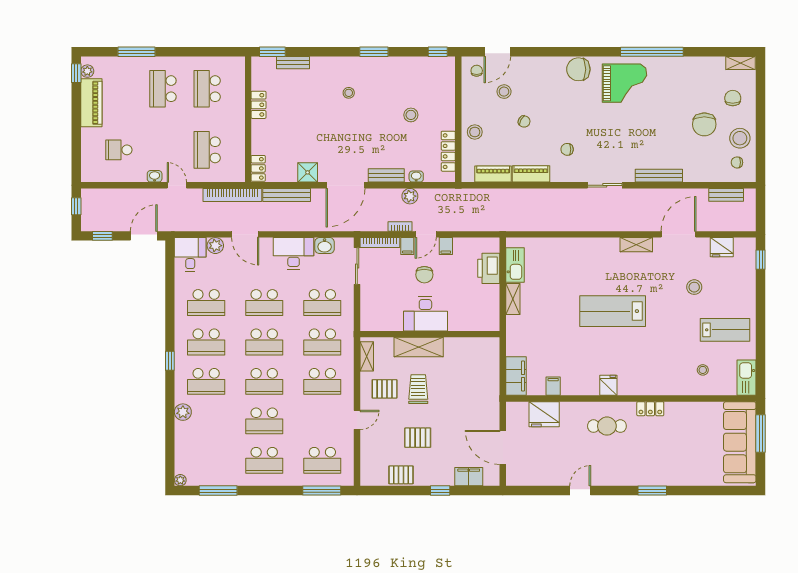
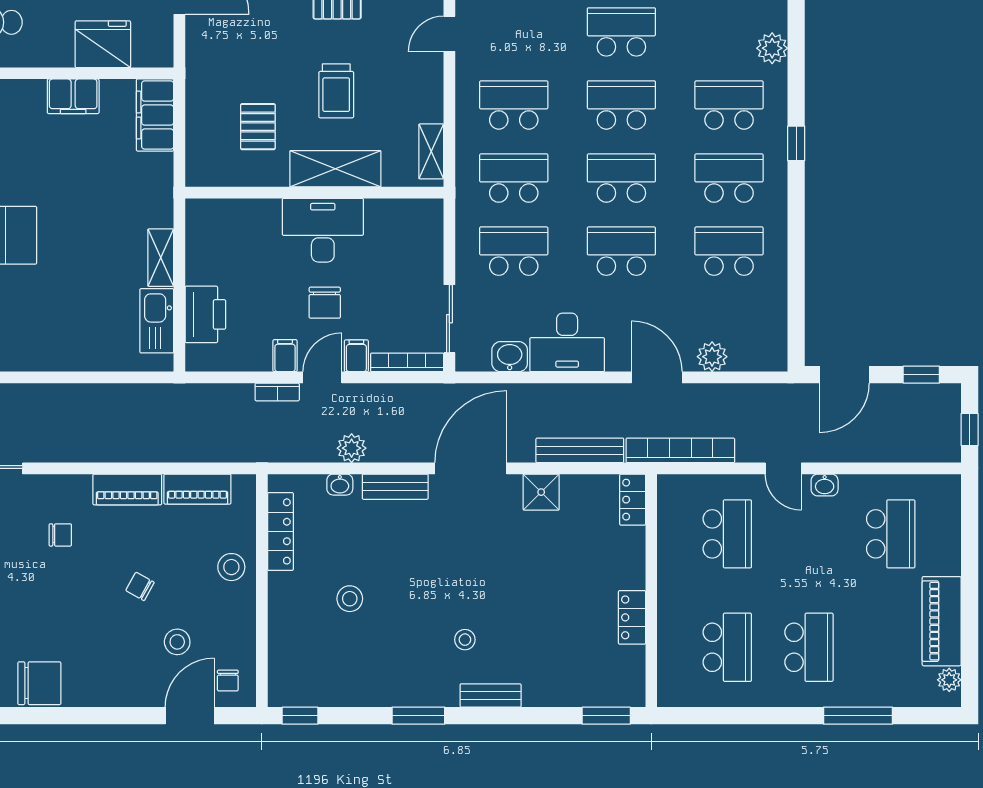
bench: (293, 63) -> (491, 695), moved
window: (76, 73) -> (970, 676), removed
school desk: (119, 150) -> (891, 534), width x1.85
bookcase: (400, 227) -> (277, 392), moved
desk: (190, 254) -> (758, 340), removed
chair: (424, 275) -> (325, 303), turned 180
filing cabinet: (553, 386) -> (73, 96), width x2.00
pallet: (385, 389) -> (258, 127), moved, turned 90

